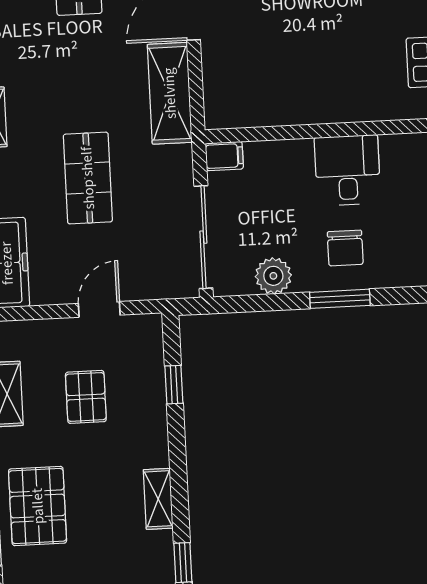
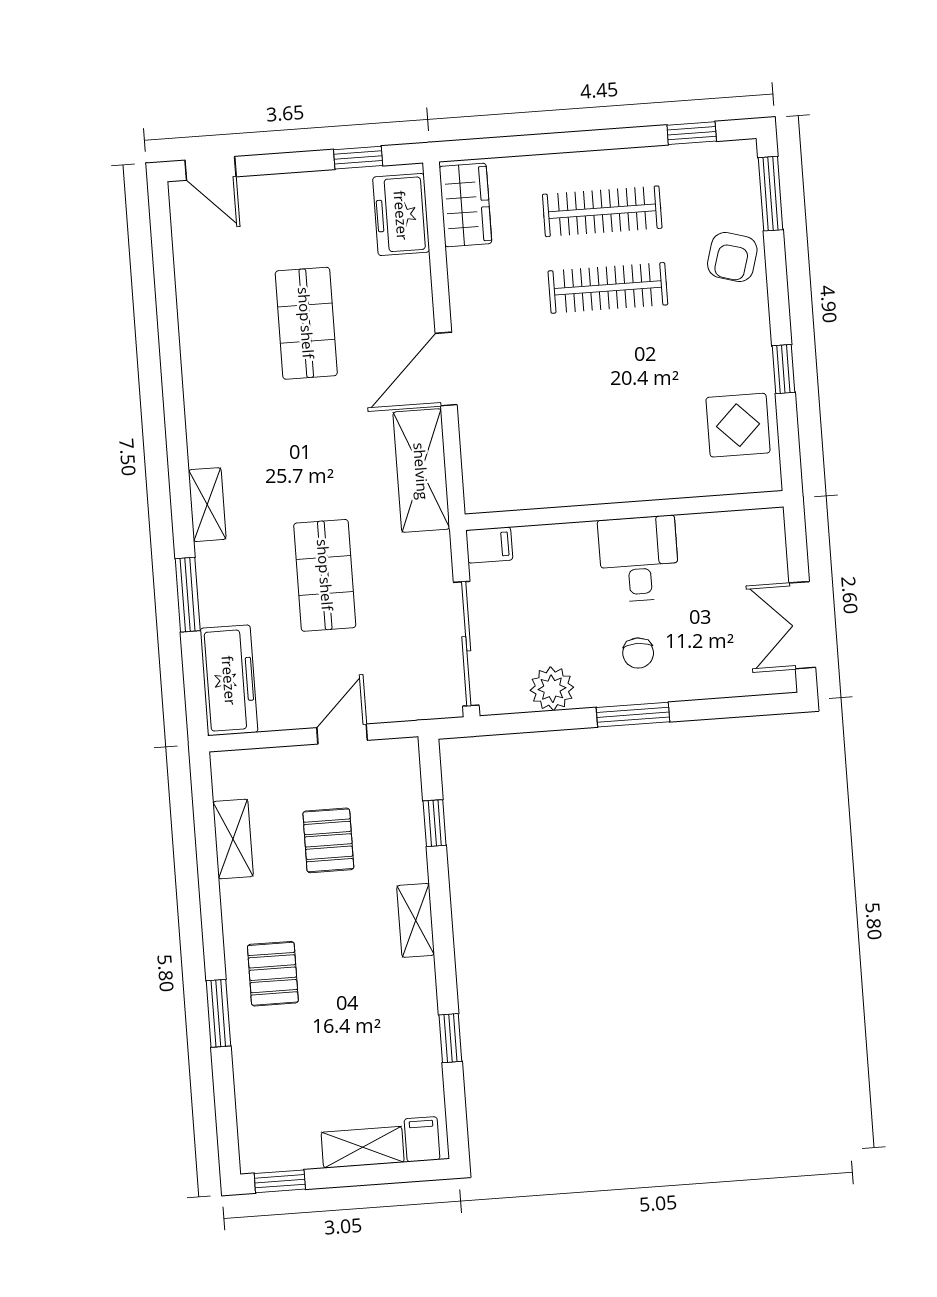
chair: (345, 248) -> (638, 653), width x0.73, depth x0.73
shelving: (158, 499) -> (416, 920), moved
pallet: (38, 506) -> (273, 974), width x0.67, depth x0.71

